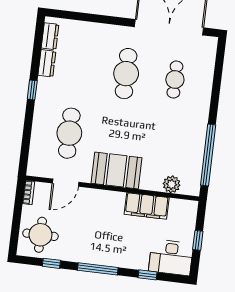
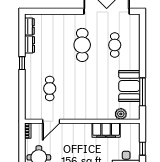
cafe table: (69, 133) -> (50, 89), width x0.73, depth x0.74
window: (208, 155) -> (142, 92), width x0.68
booth: (117, 170) -> (129, 86), moved, turned 90

